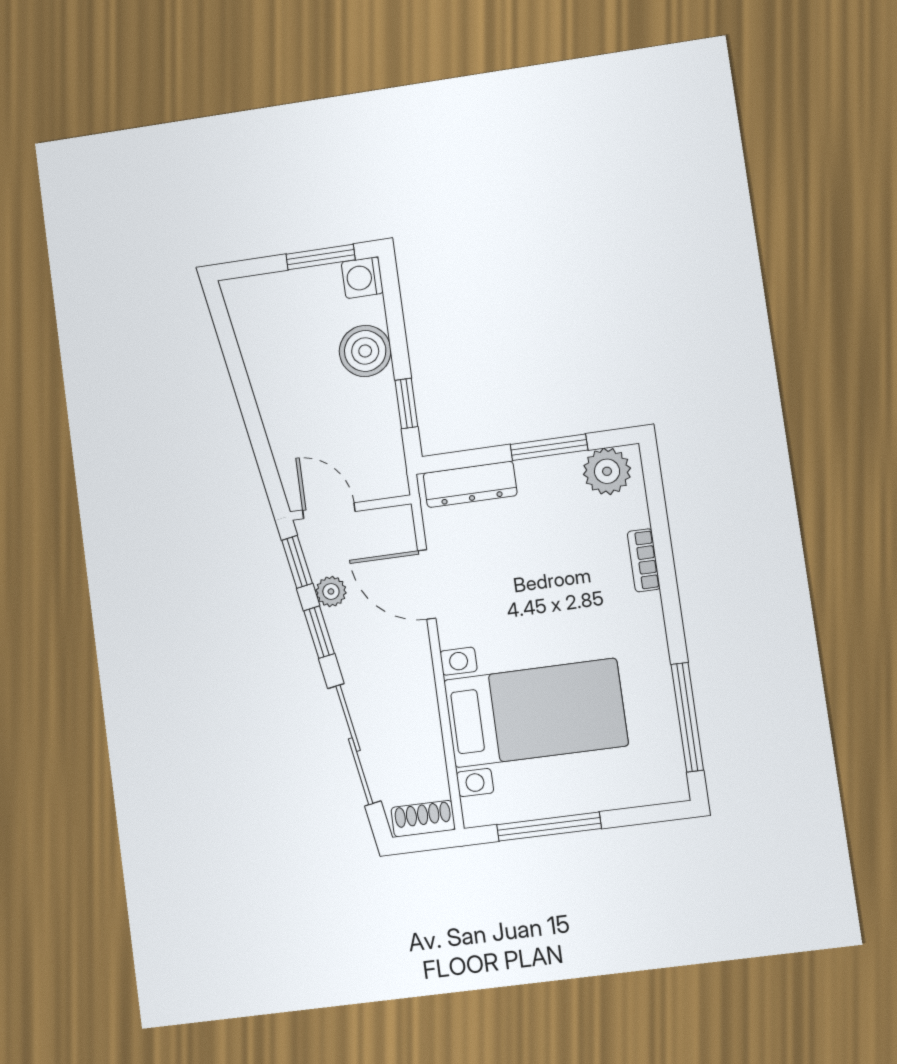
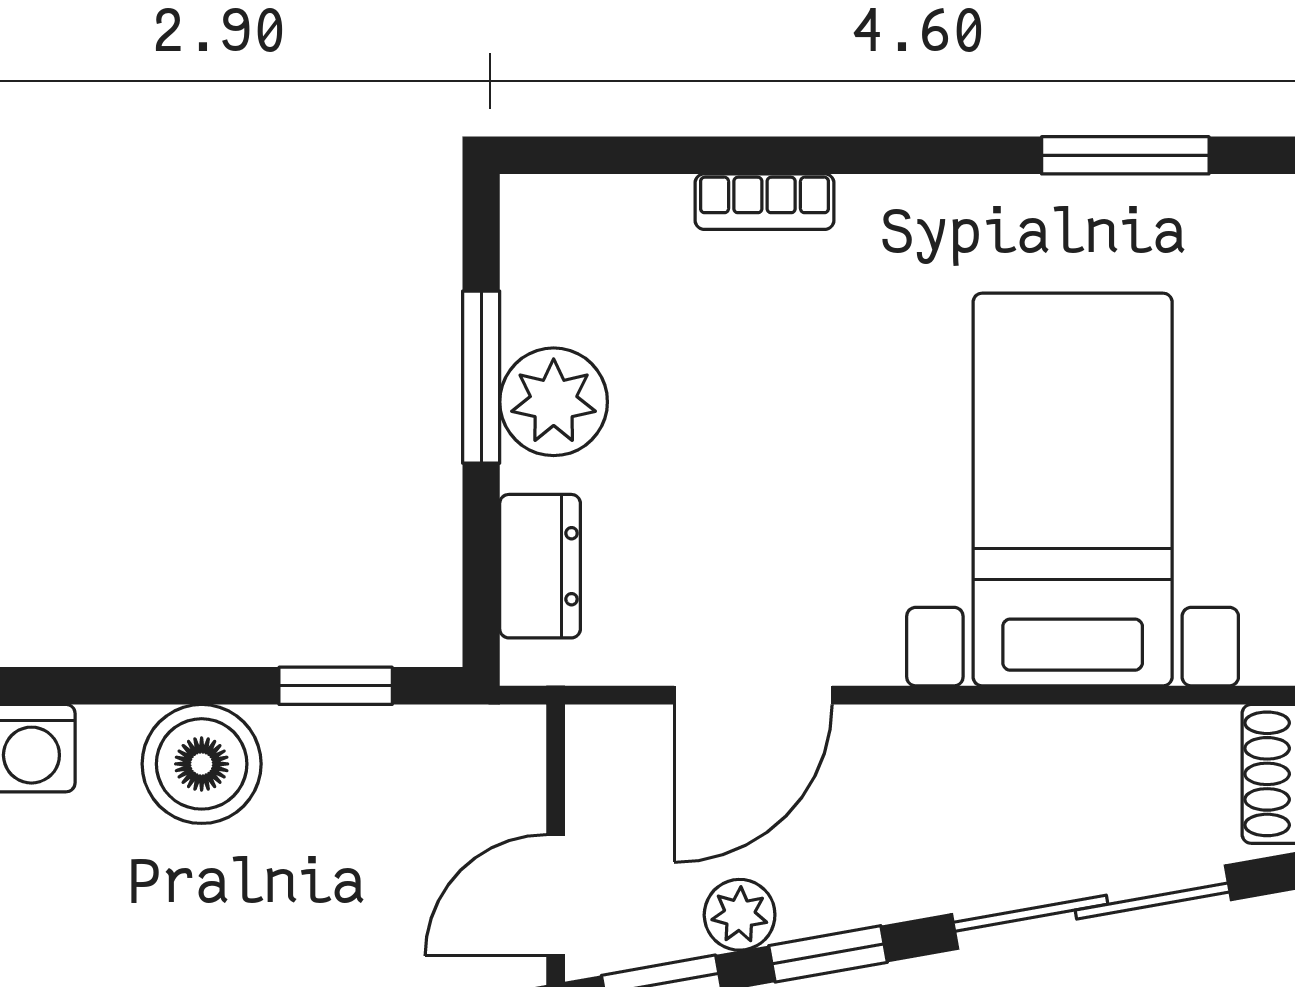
plant: (607, 471) -> (554, 402), moved
dresser: (470, 484) -> (540, 566), width x0.70
window: (687, 717) -> (1125, 155), width x0.69

